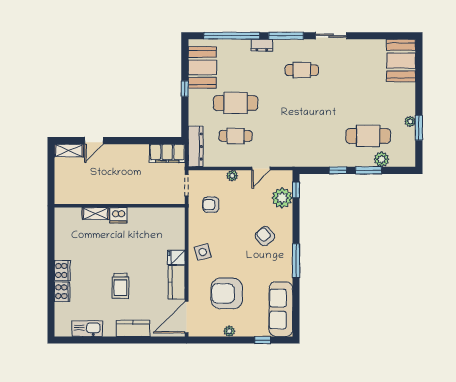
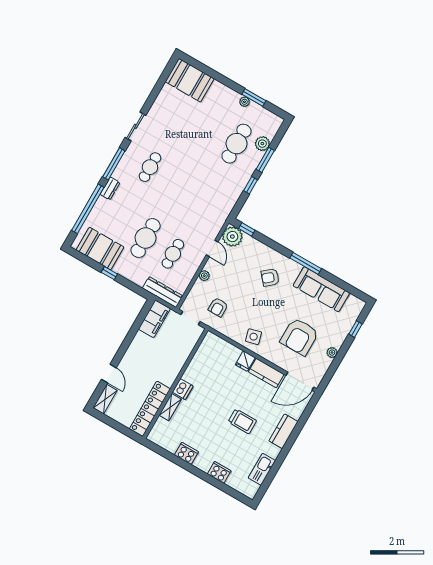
locker: (83, 196) -> (150, 409), added
plant: (282, 198) -> (232, 237), moved
cooker: (62, 271) -> (186, 453), moved
sofa: (281, 309) -> (321, 289), moved
door: (187, 317) -> (300, 381), hinge flipped

